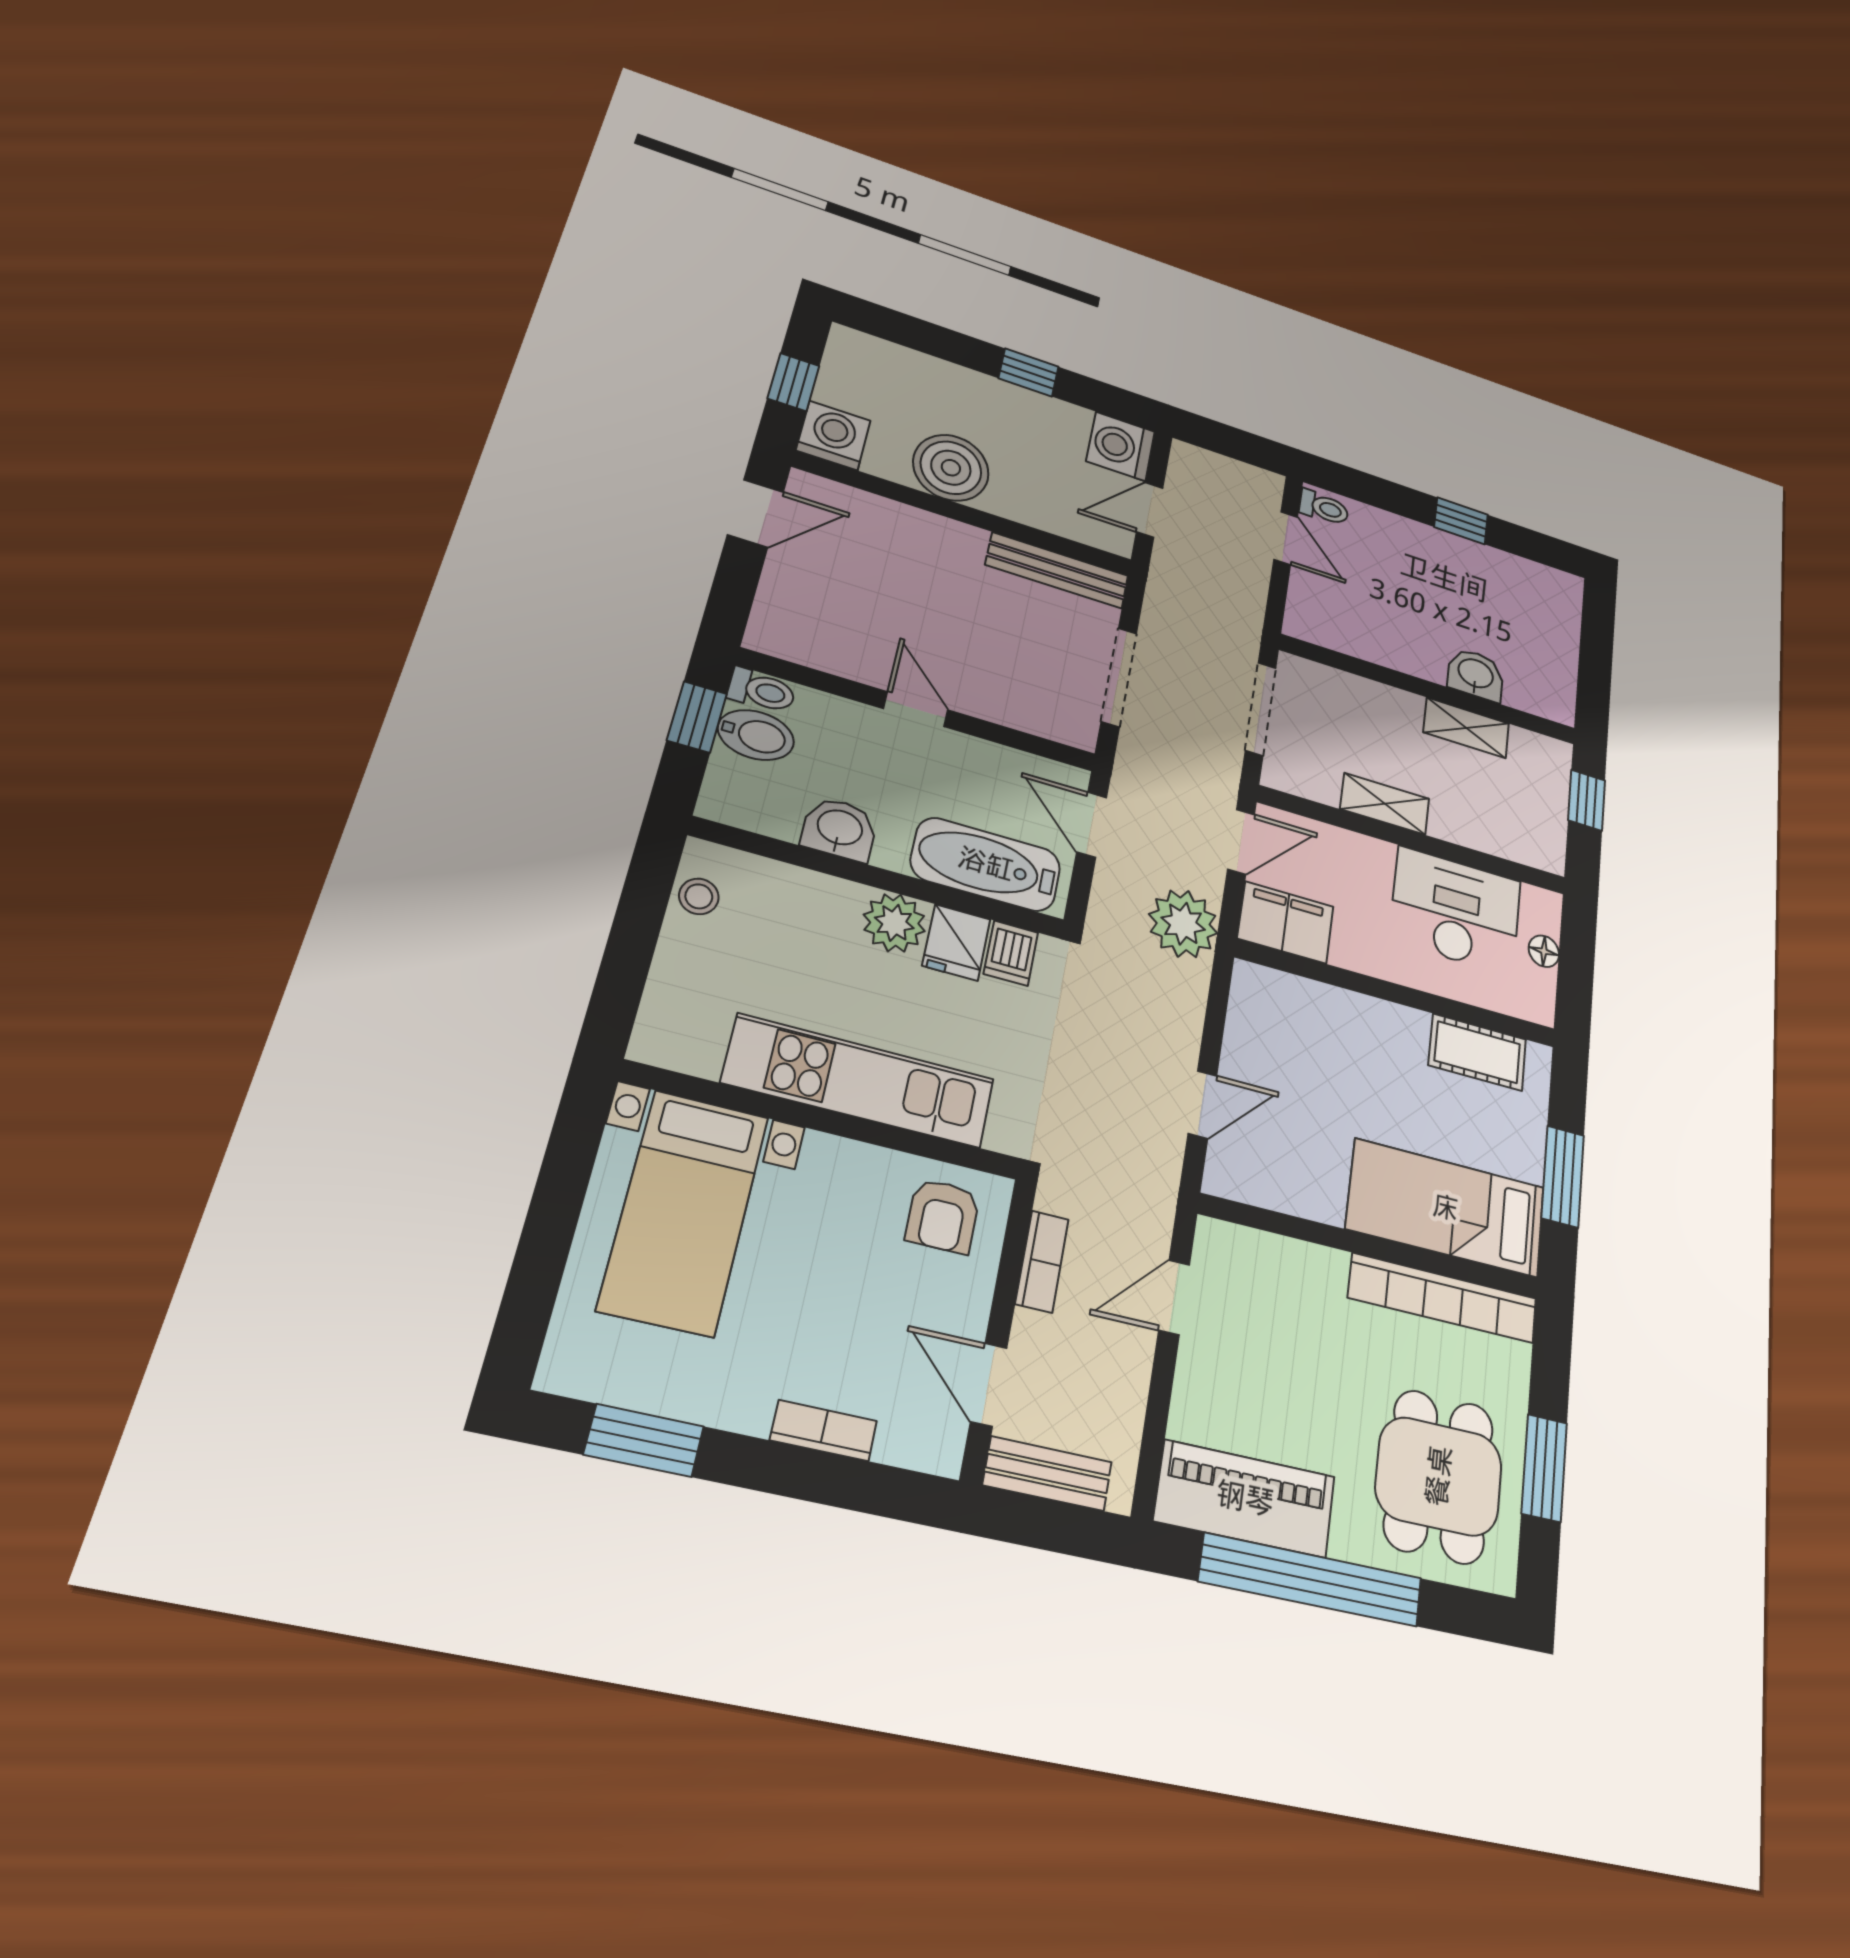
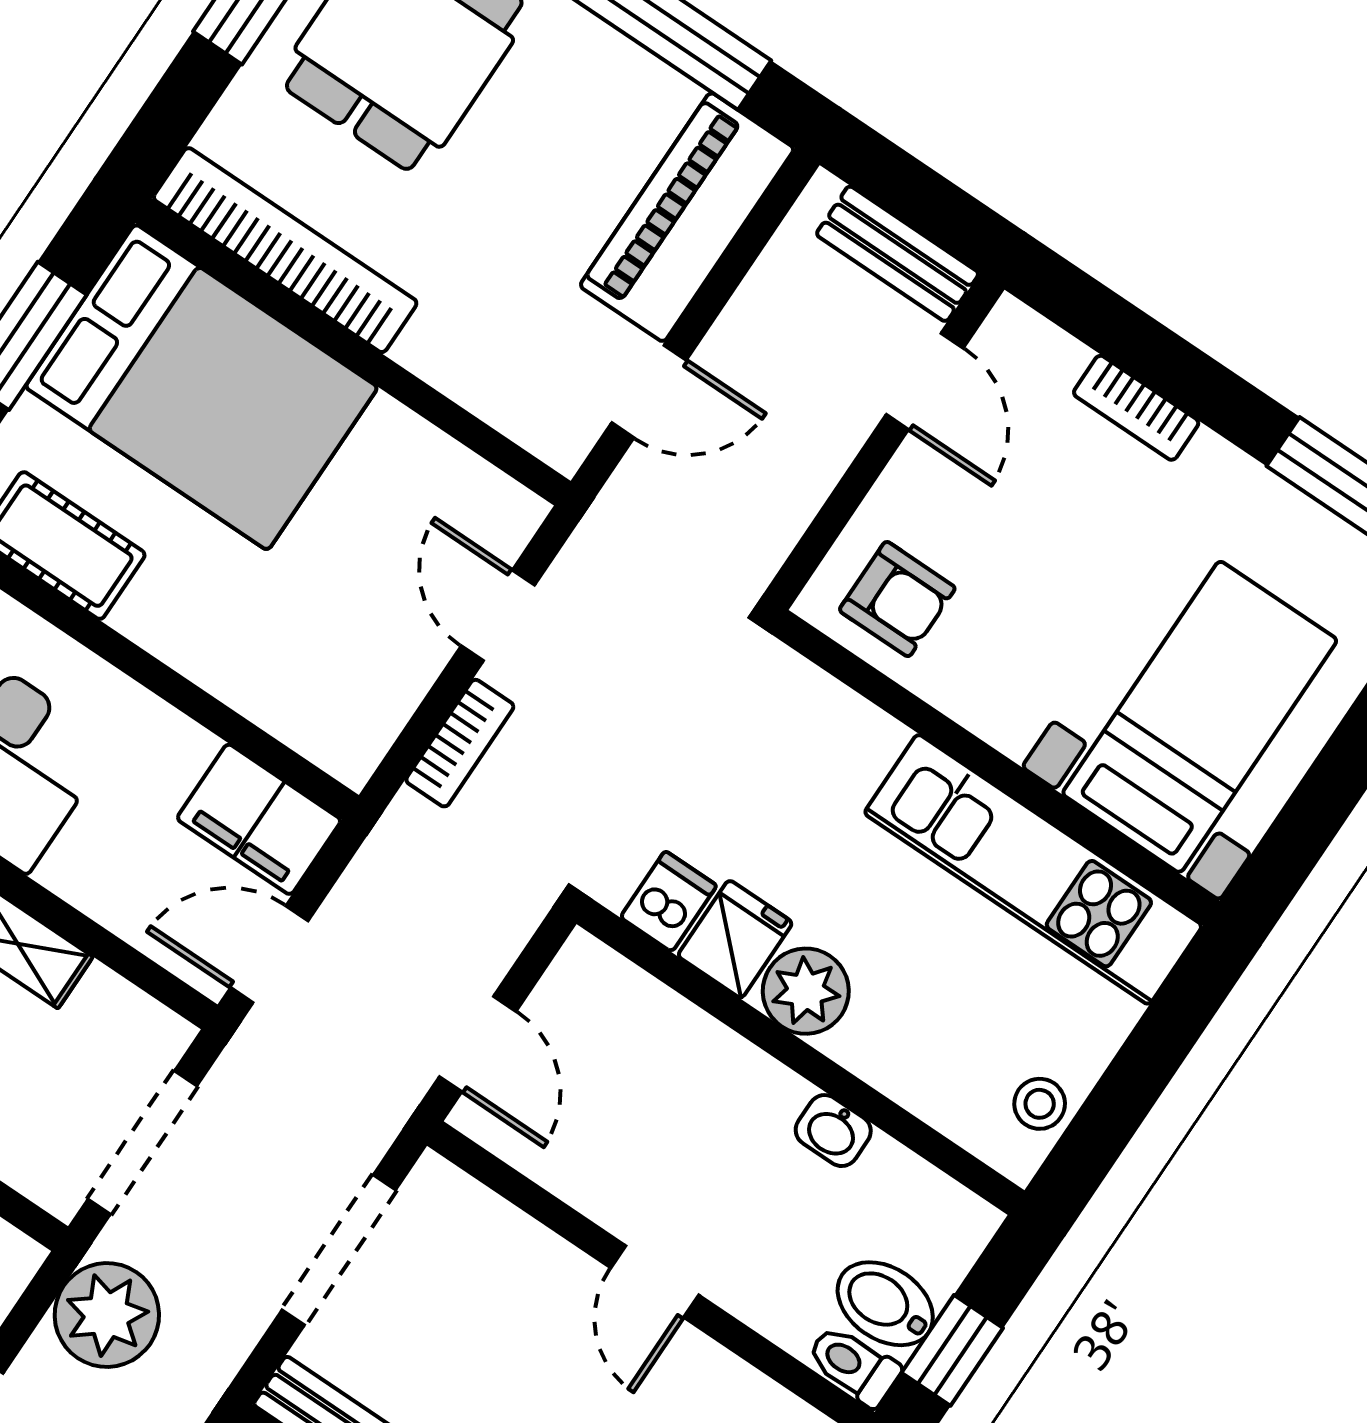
washbasin: (840, 829) -> (833, 1131), width x0.72, depth x0.69
bathtub: (986, 864) -> (651, 1033), removed
plant: (1183, 924) -> (107, 1315), moved
kitchen unit: (859, 1081) -> (1033, 869), moved
door: (1202, 1104) -> (498, 616), hinge flipped
bed: (1446, 1208) -> (201, 387), width x1.50
armchair: (943, 1216) -> (897, 599), turned 90
bookcase: (1042, 1261) -> (460, 743), moved, turned 180
piano: (1245, 1499) -> (687, 217), moved, turned 90

